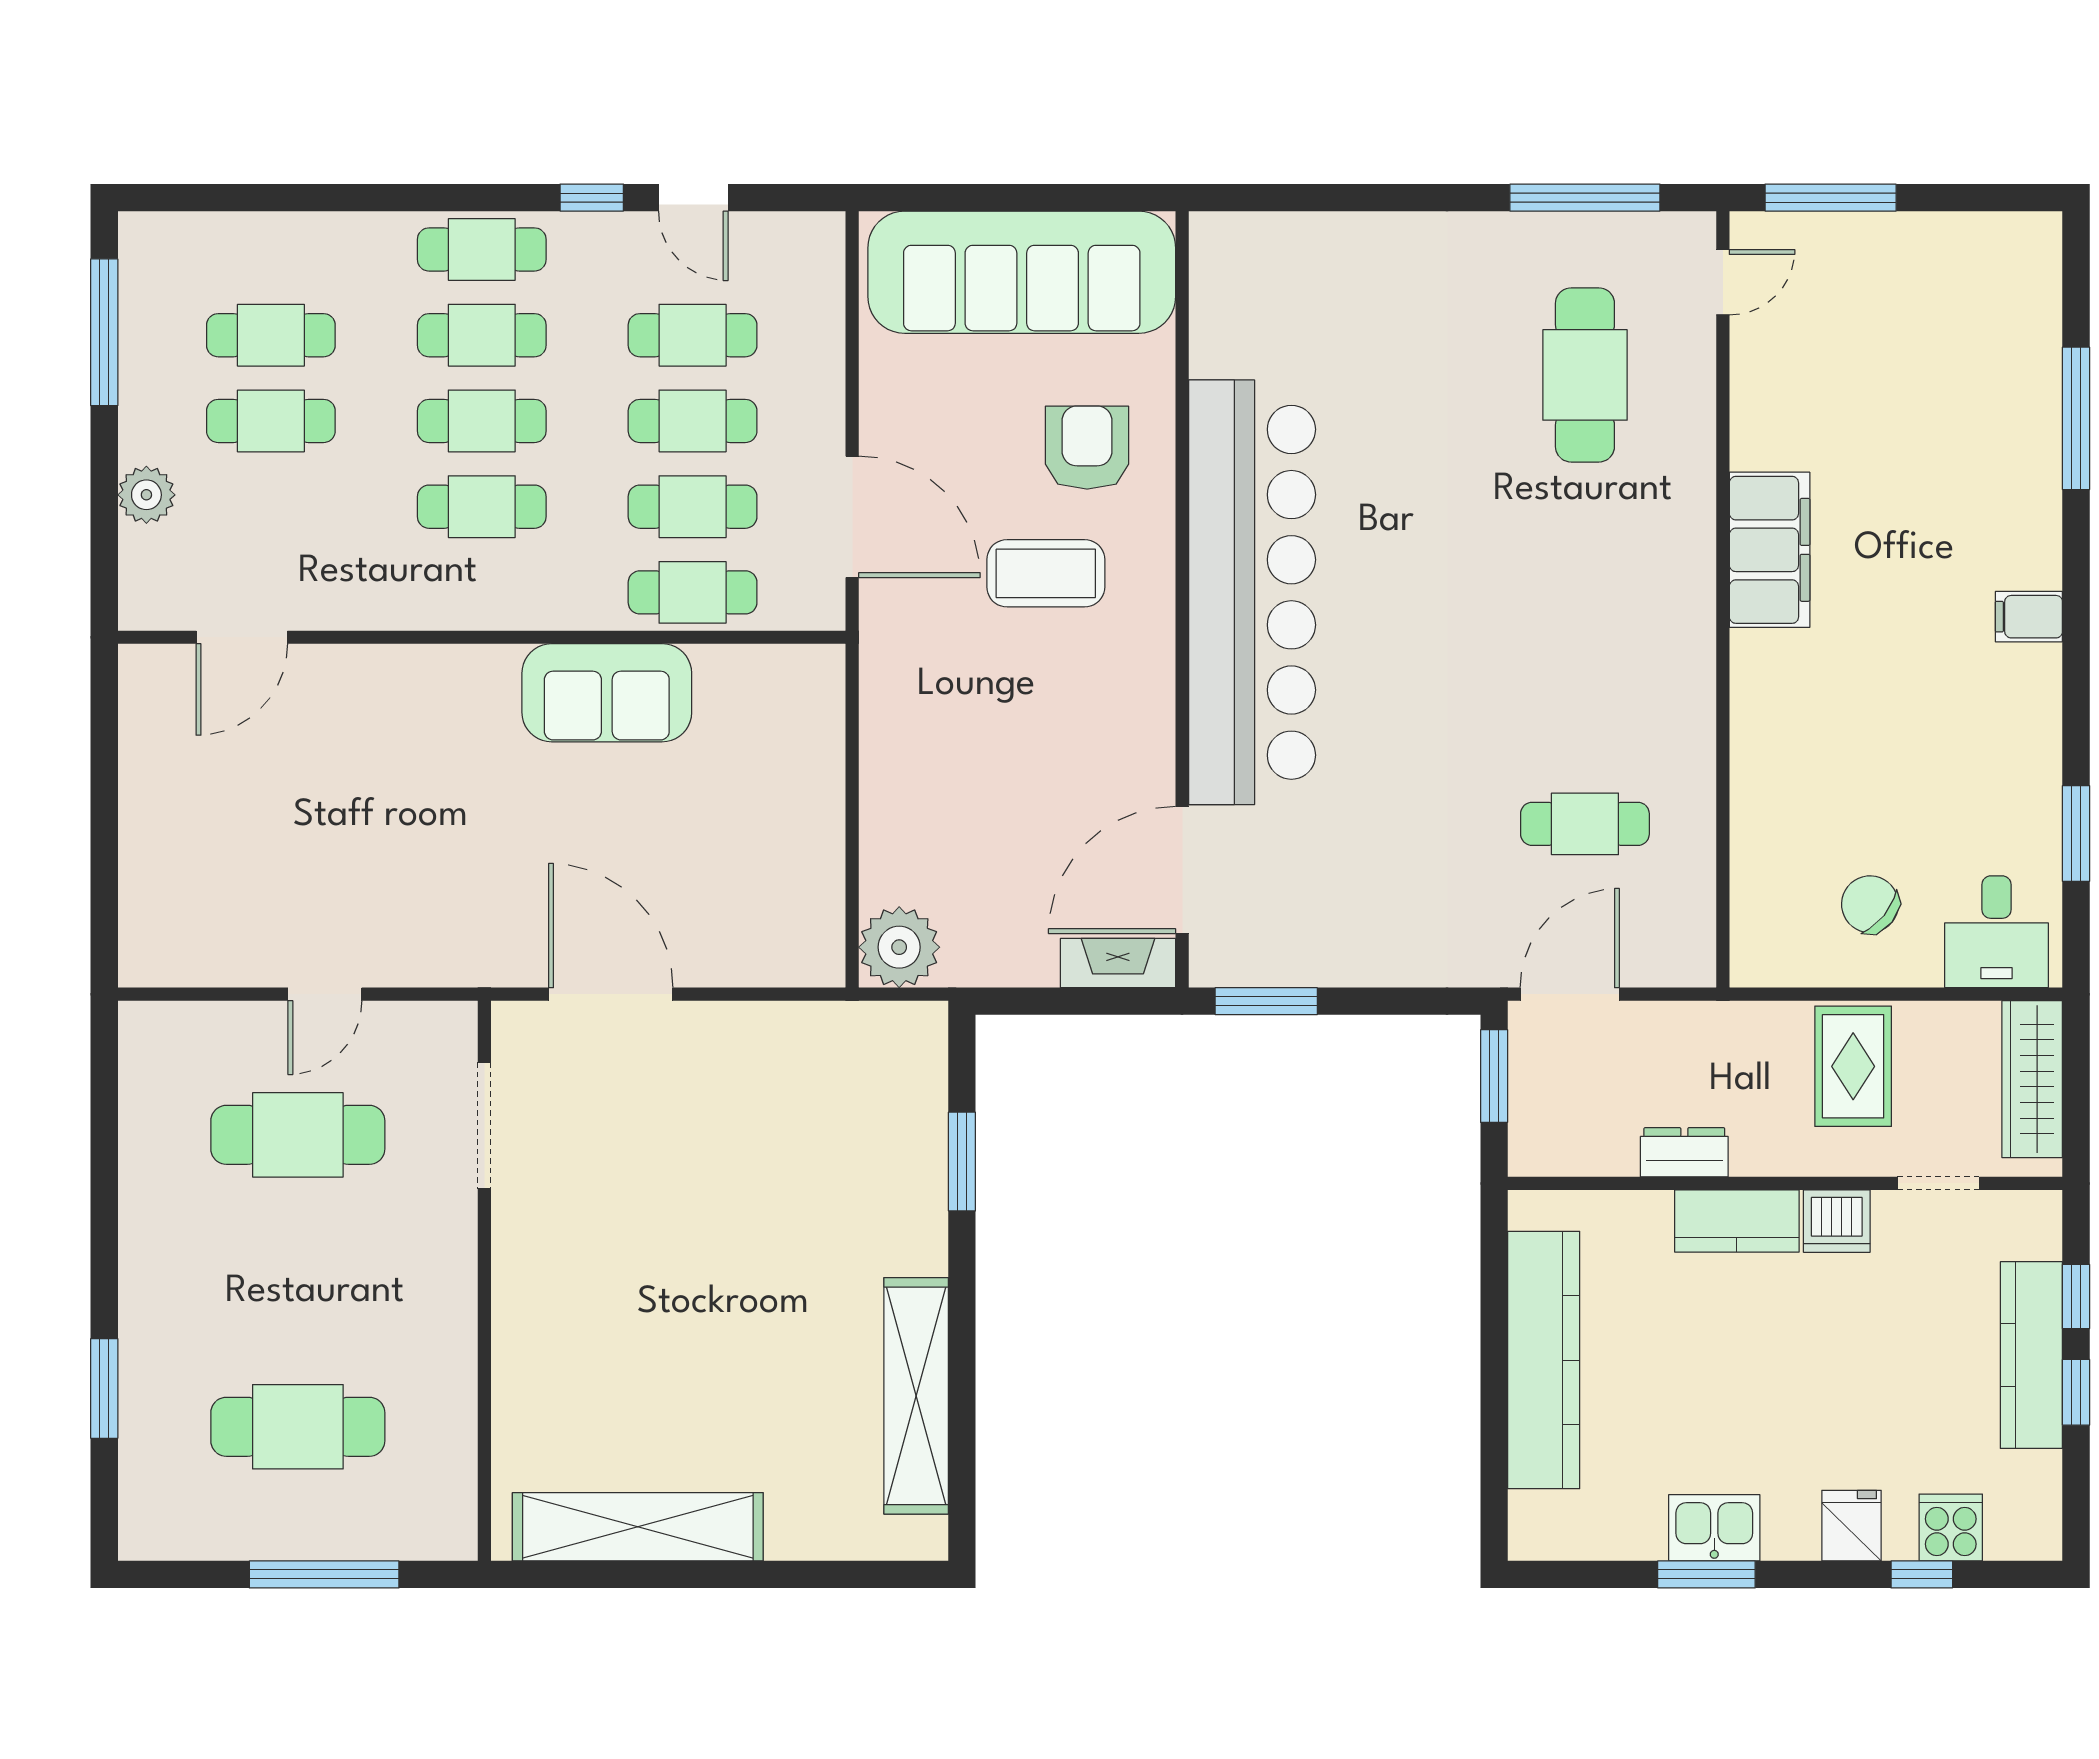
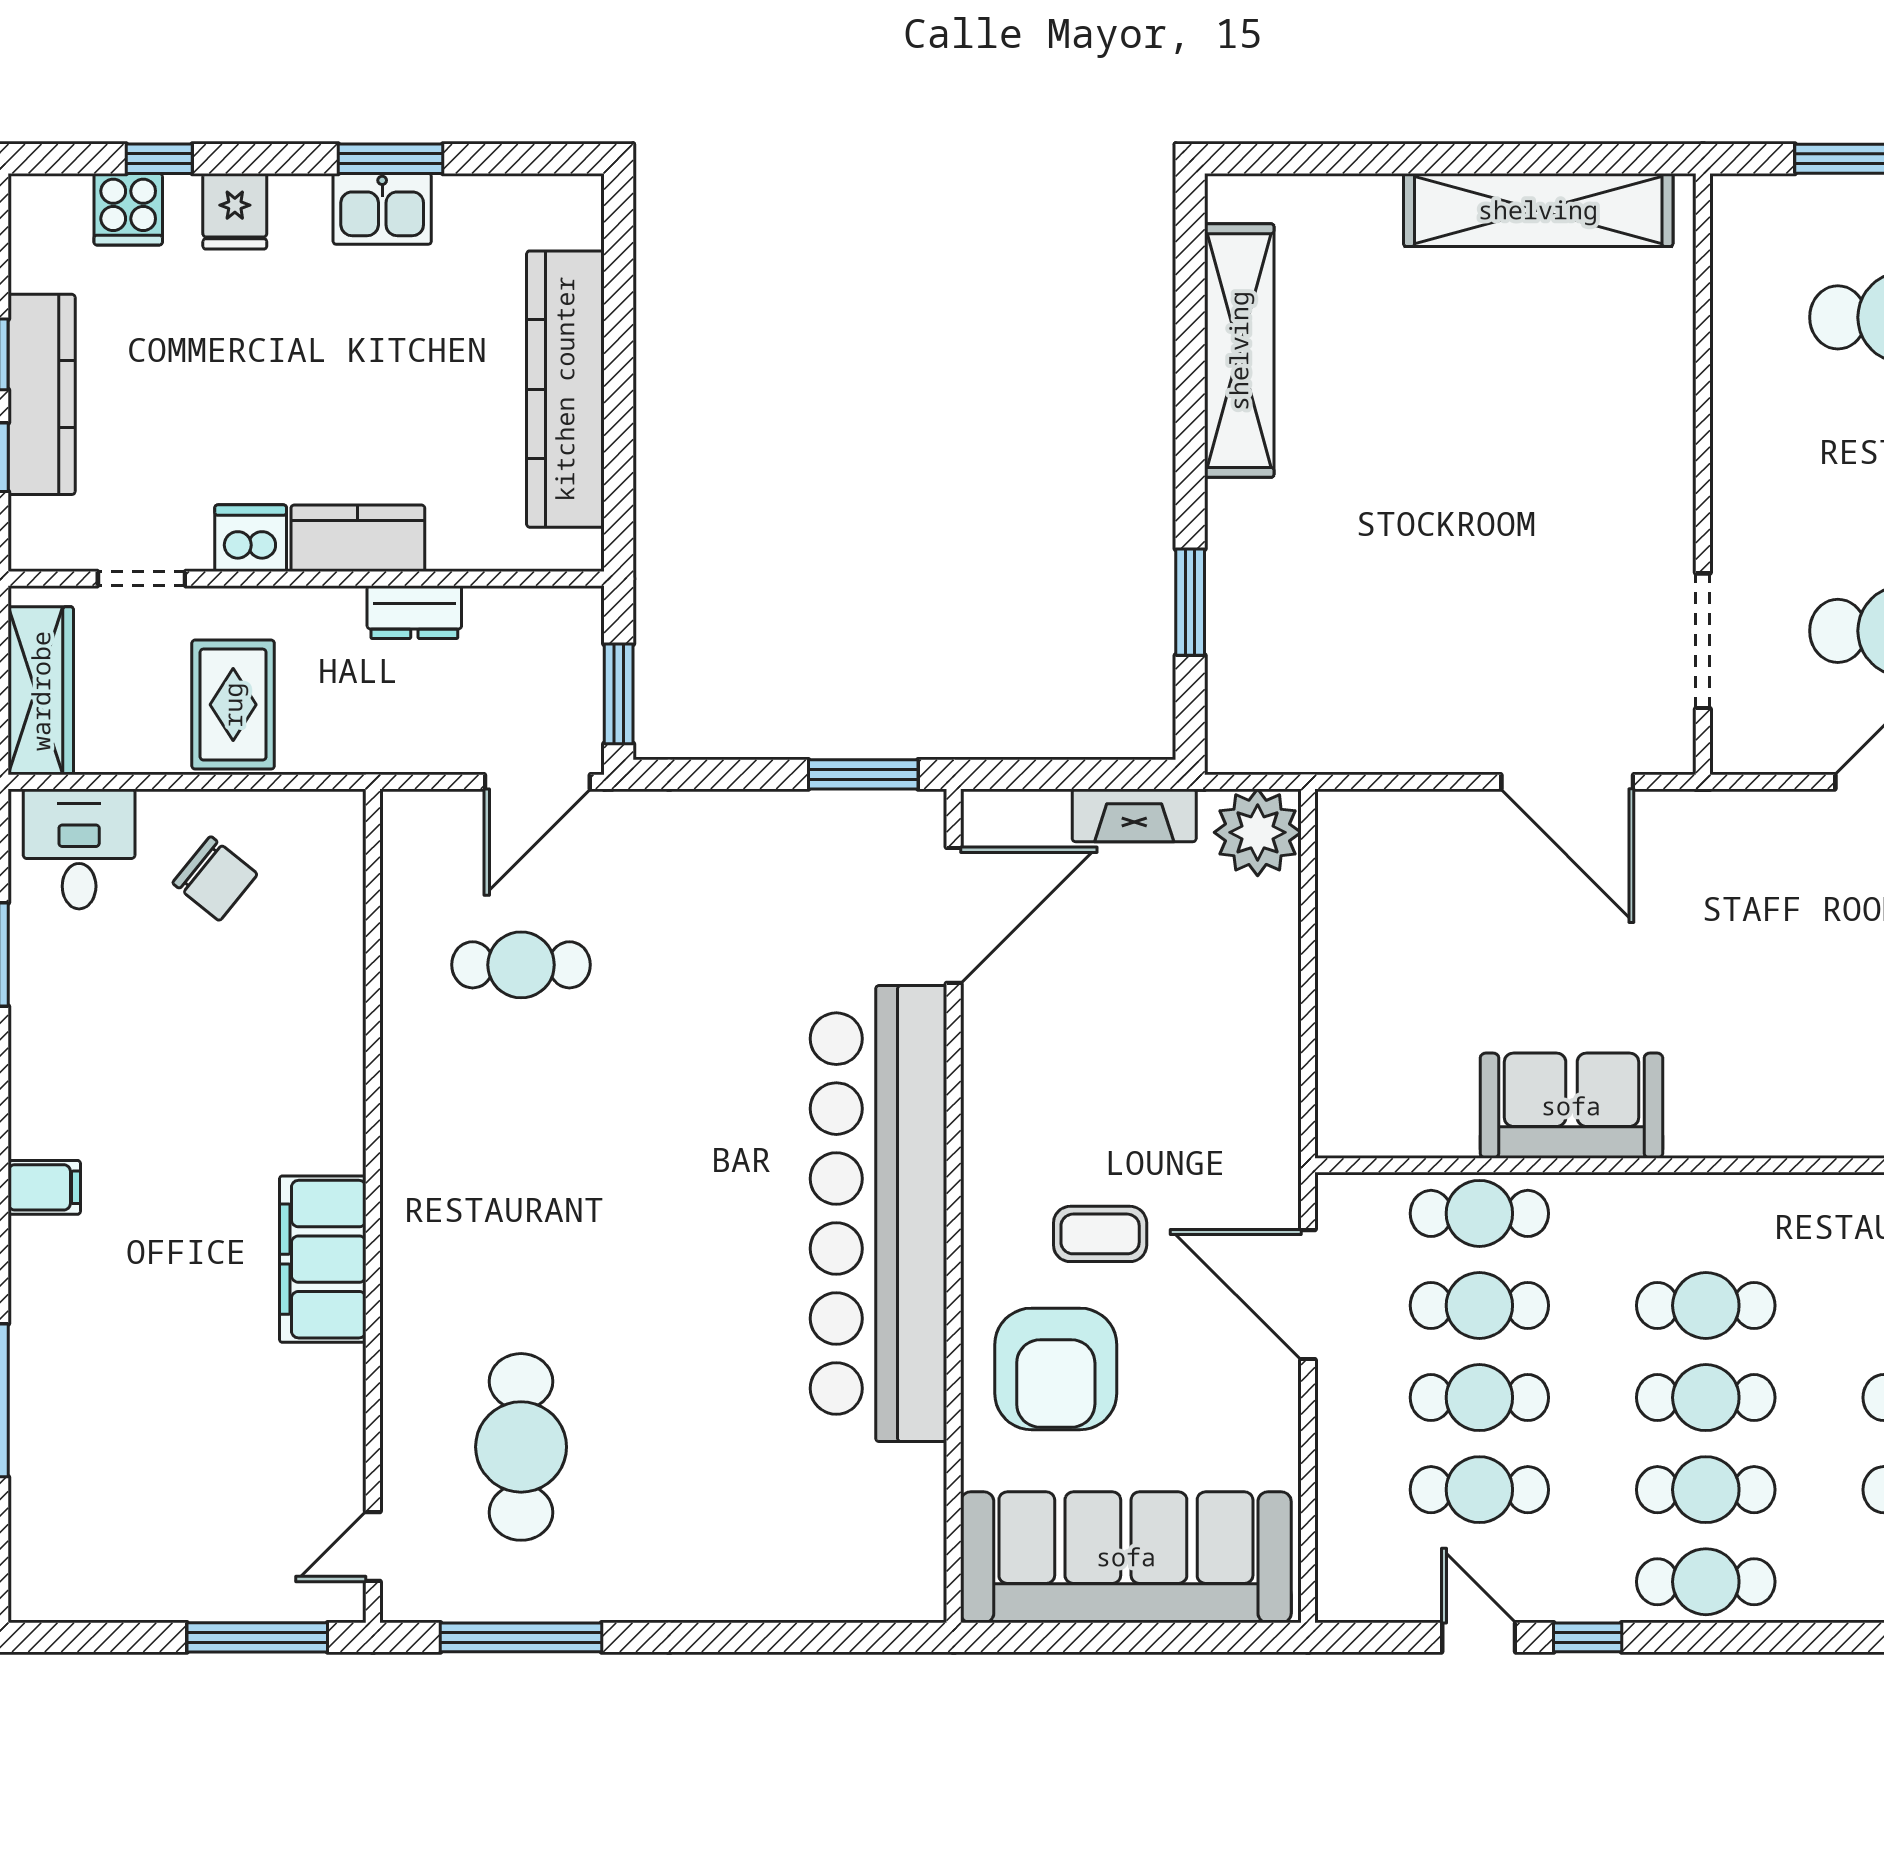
armchair: (1087, 448) -> (1056, 1369), width x1.36, depth x1.36
coffee table: (1046, 573) -> (1100, 1234), width x0.73, depth x0.77
fireplace: (1118, 963) -> (1134, 815), moved

